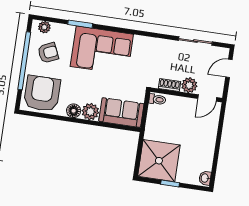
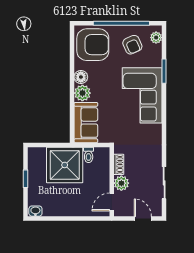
door: (207, 98) -> (112, 202), hinge flipped
toilet: (157, 99) -> (89, 155), moved
shower: (159, 161) -> (65, 165), moved

